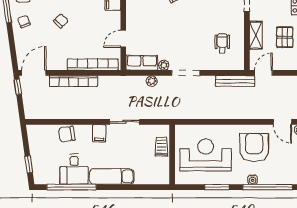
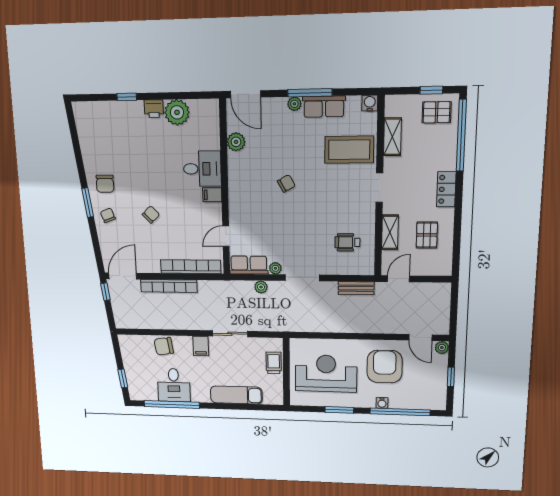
wheelchair: (222, 43) -> (347, 242), turned -90
bench: (235, 81) -> (356, 288), width x0.73
exam couch: (112, 177) -> (236, 395), moved

